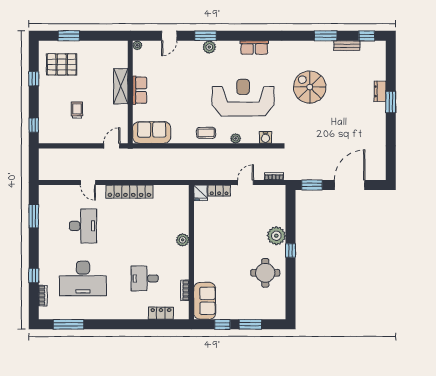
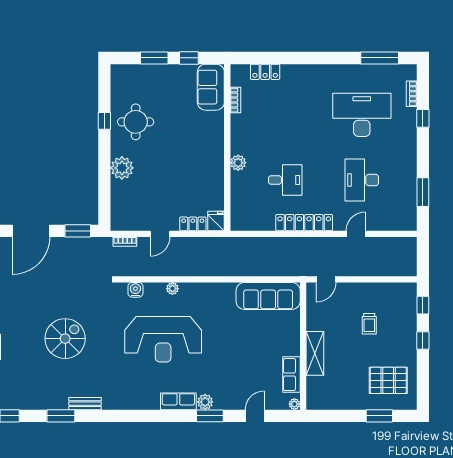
bench: (347, 46) -> (85, 404), moved
row of seats: (254, 48) -> (178, 401), moved
window: (34, 79) -> (423, 340), moved
spiral stairs: (310, 87) -> (65, 339), moved, turned -90
row of seats: (140, 90) -> (292, 374), moved
sofa: (152, 132) -> (268, 296), width x1.36
coffee table: (206, 133) -> (209, 295), removed
door: (88, 183) -> (356, 234), hinge flipped
window: (290, 250) -> (104, 121), moved
desk: (145, 278) -> (285, 180), moved

